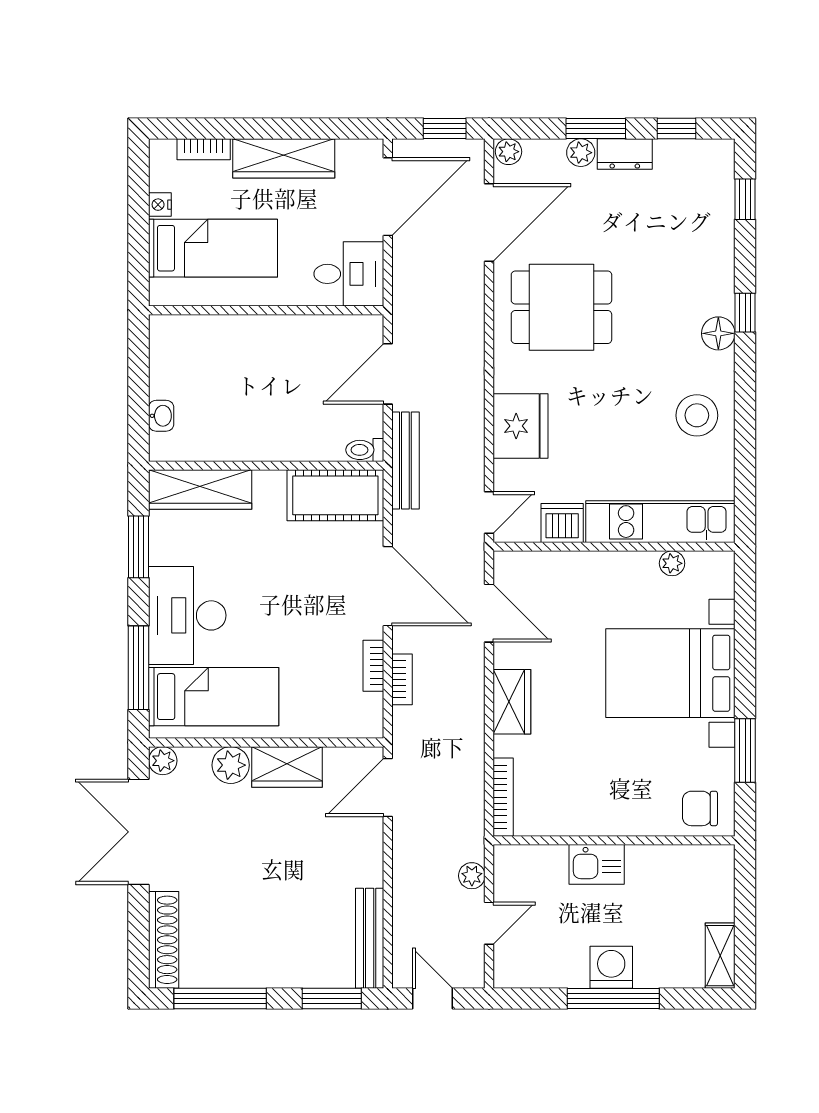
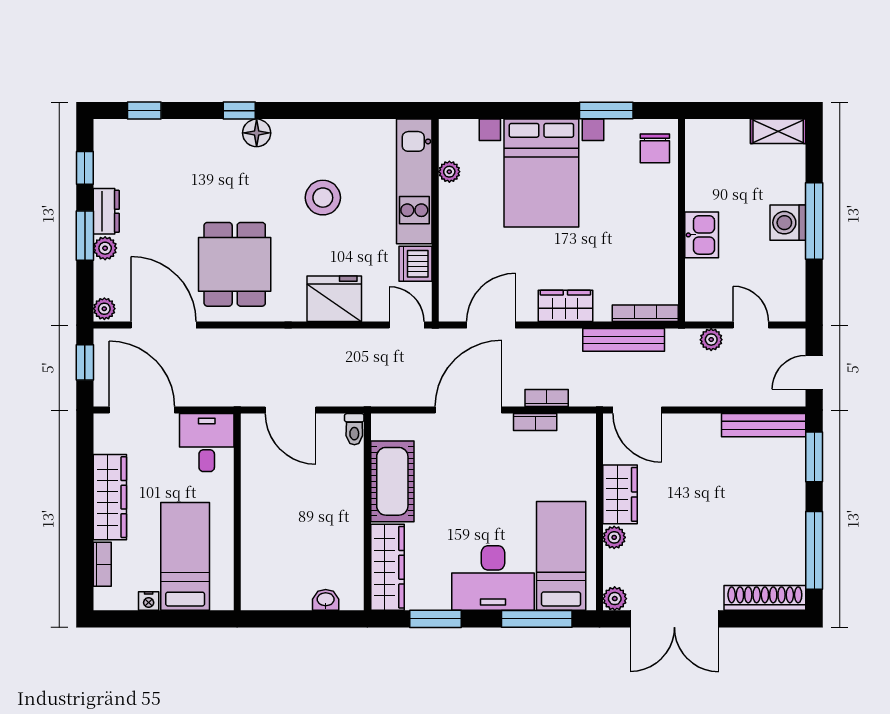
stool: (697, 415) -> (323, 198), moved
bench: (405, 461) -> (624, 340), moved
cot: (335, 495) -> (392, 481), moved
plant: (231, 765) -> (614, 537), width x0.73, depth x0.73

